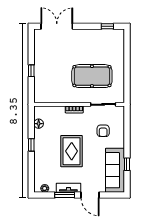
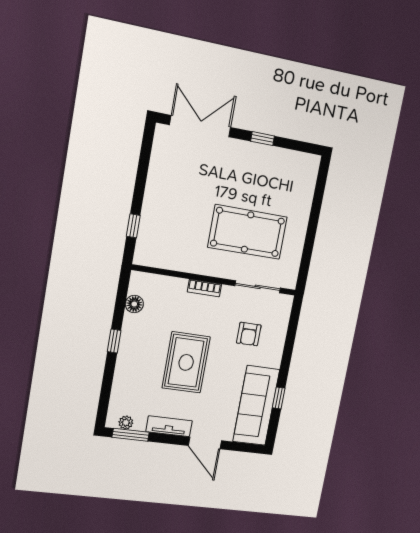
window: (107, 26) -> (263, 139), moved
window: (31, 71) -> (133, 226), moved
window: (65, 195) -> (131, 435), moved

